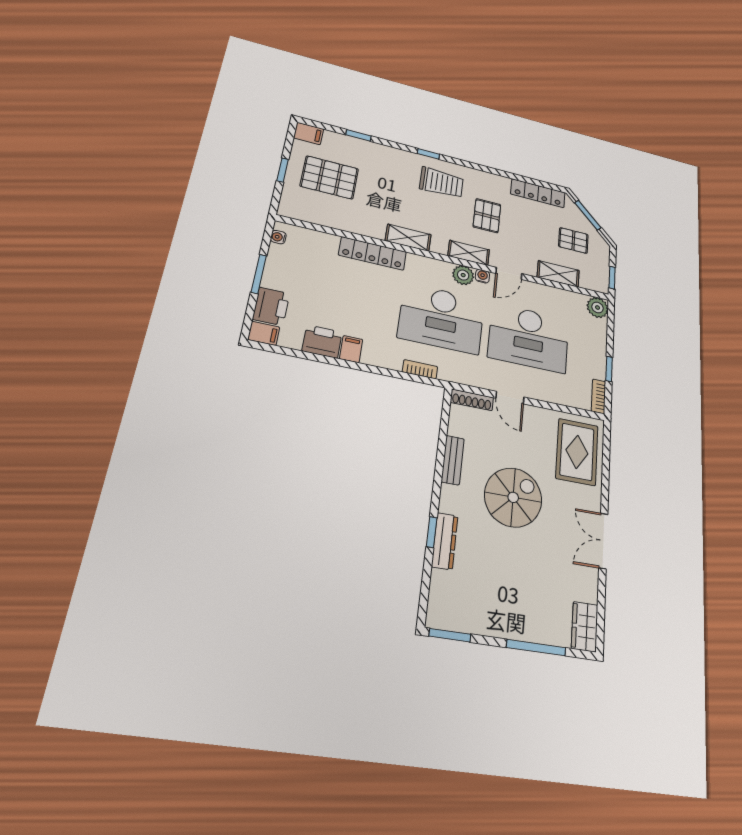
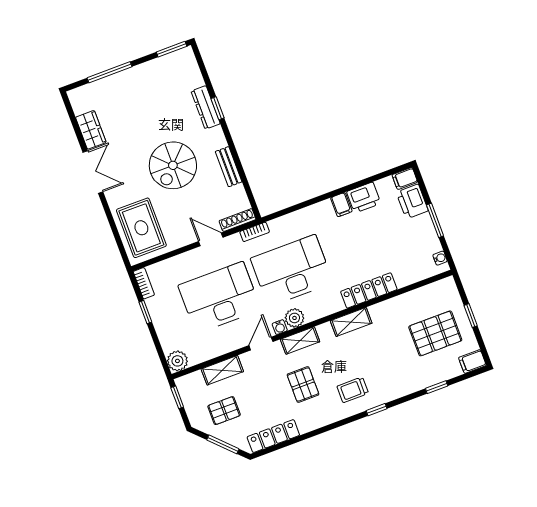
trolley: (442, 183) -> (353, 390), width x0.73, depth x0.72
bookcase: (420, 369) -> (255, 232), moved
wardrobe: (585, 627) -> (91, 130), moved

